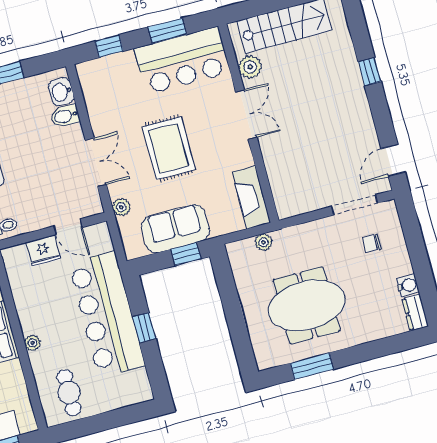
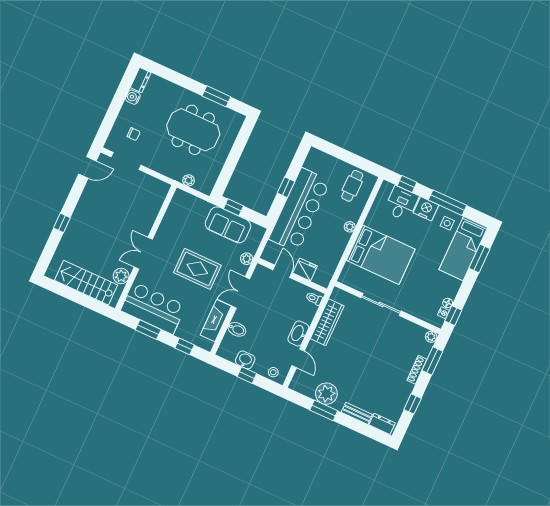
washbasin: (61, 92) -> (245, 360), moved, turned -90
rug: (169, 148) -> (197, 269), turned 90
fireplace: (251, 197) -> (216, 321), moved, turned 180

